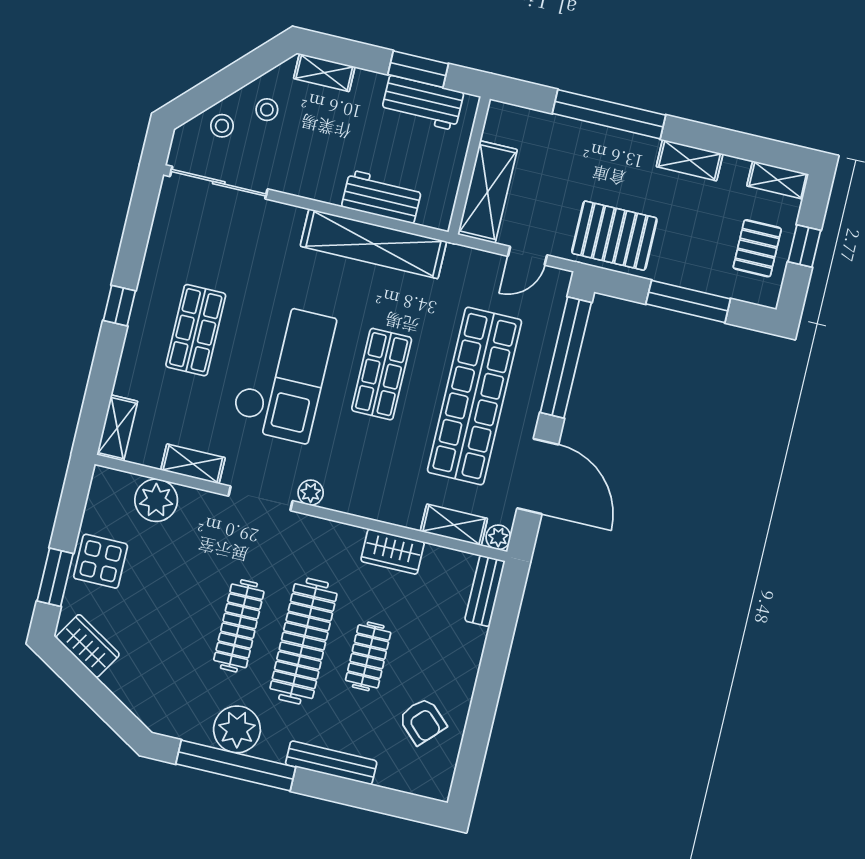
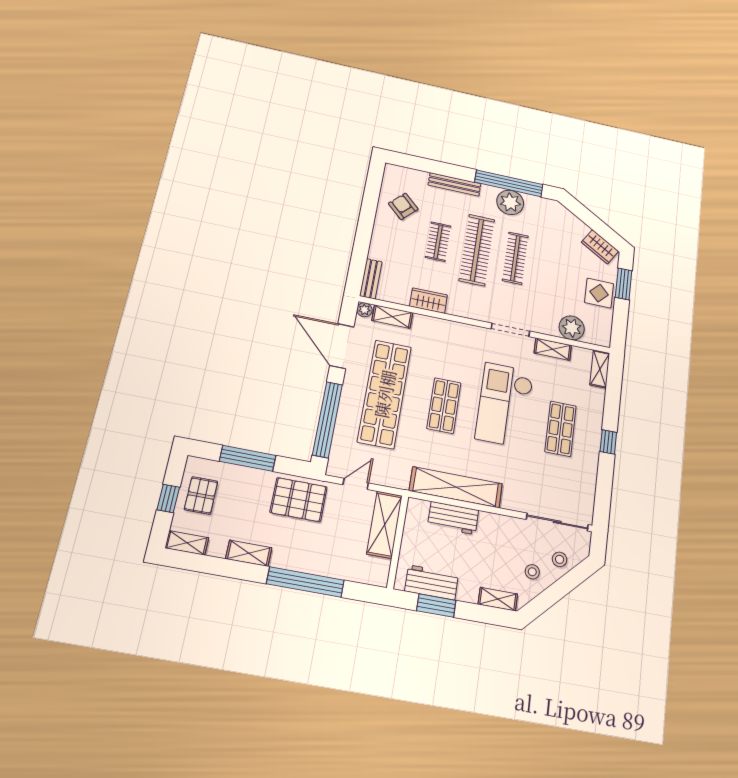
plant: (311, 493) -> (481, 334), removed

